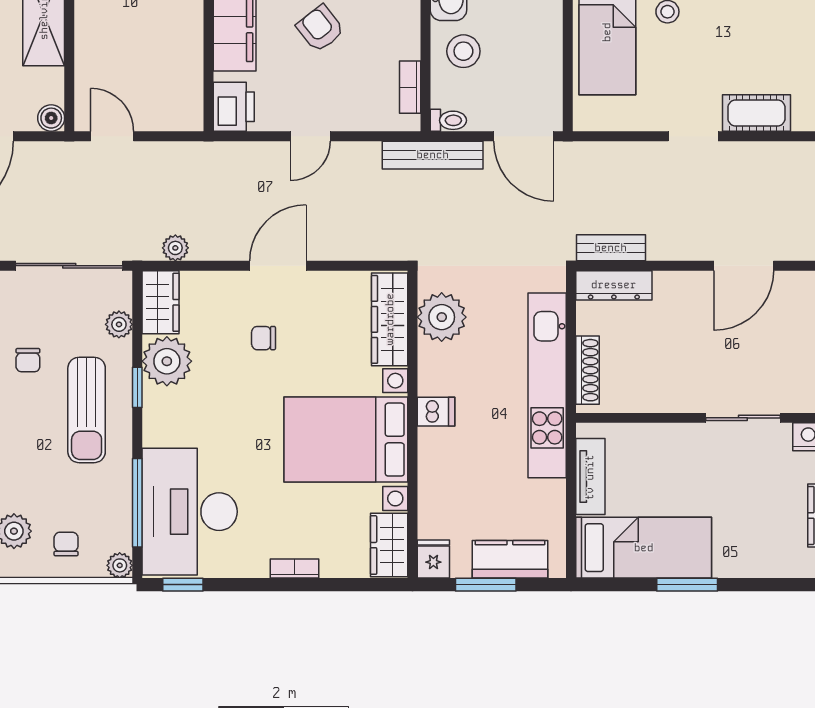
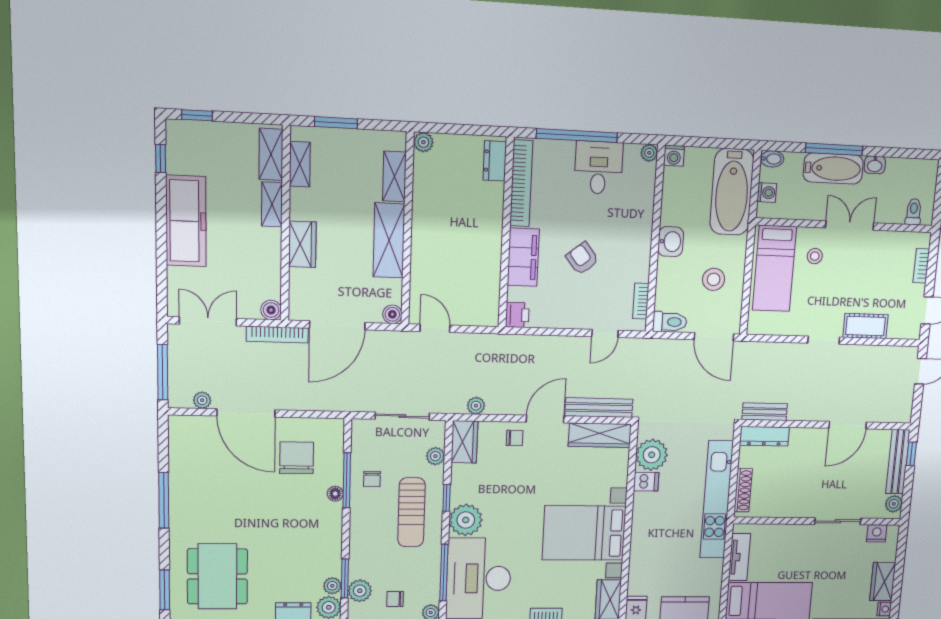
stool: (463, 51) -> (714, 279), moved
printer: (234, 107) -> (517, 315), width x0.73, depth x0.81
toilet: (448, 120) -> (670, 322), width x1.37, depth x1.39
door: (310, 136) -> (605, 333), moved
bench: (433, 155) -> (599, 408), moved
sliding door: (69, 266) -> (402, 416), width x0.73
wardrobe: (390, 319) -> (600, 435), moved, turned -90
chair: (264, 338) -> (515, 438), moved, turned 180
plant: (167, 361) -> (466, 520), moved
dishwasher: (436, 412) -> (646, 482), moved
chair: (66, 544) -> (395, 599), turned -90

